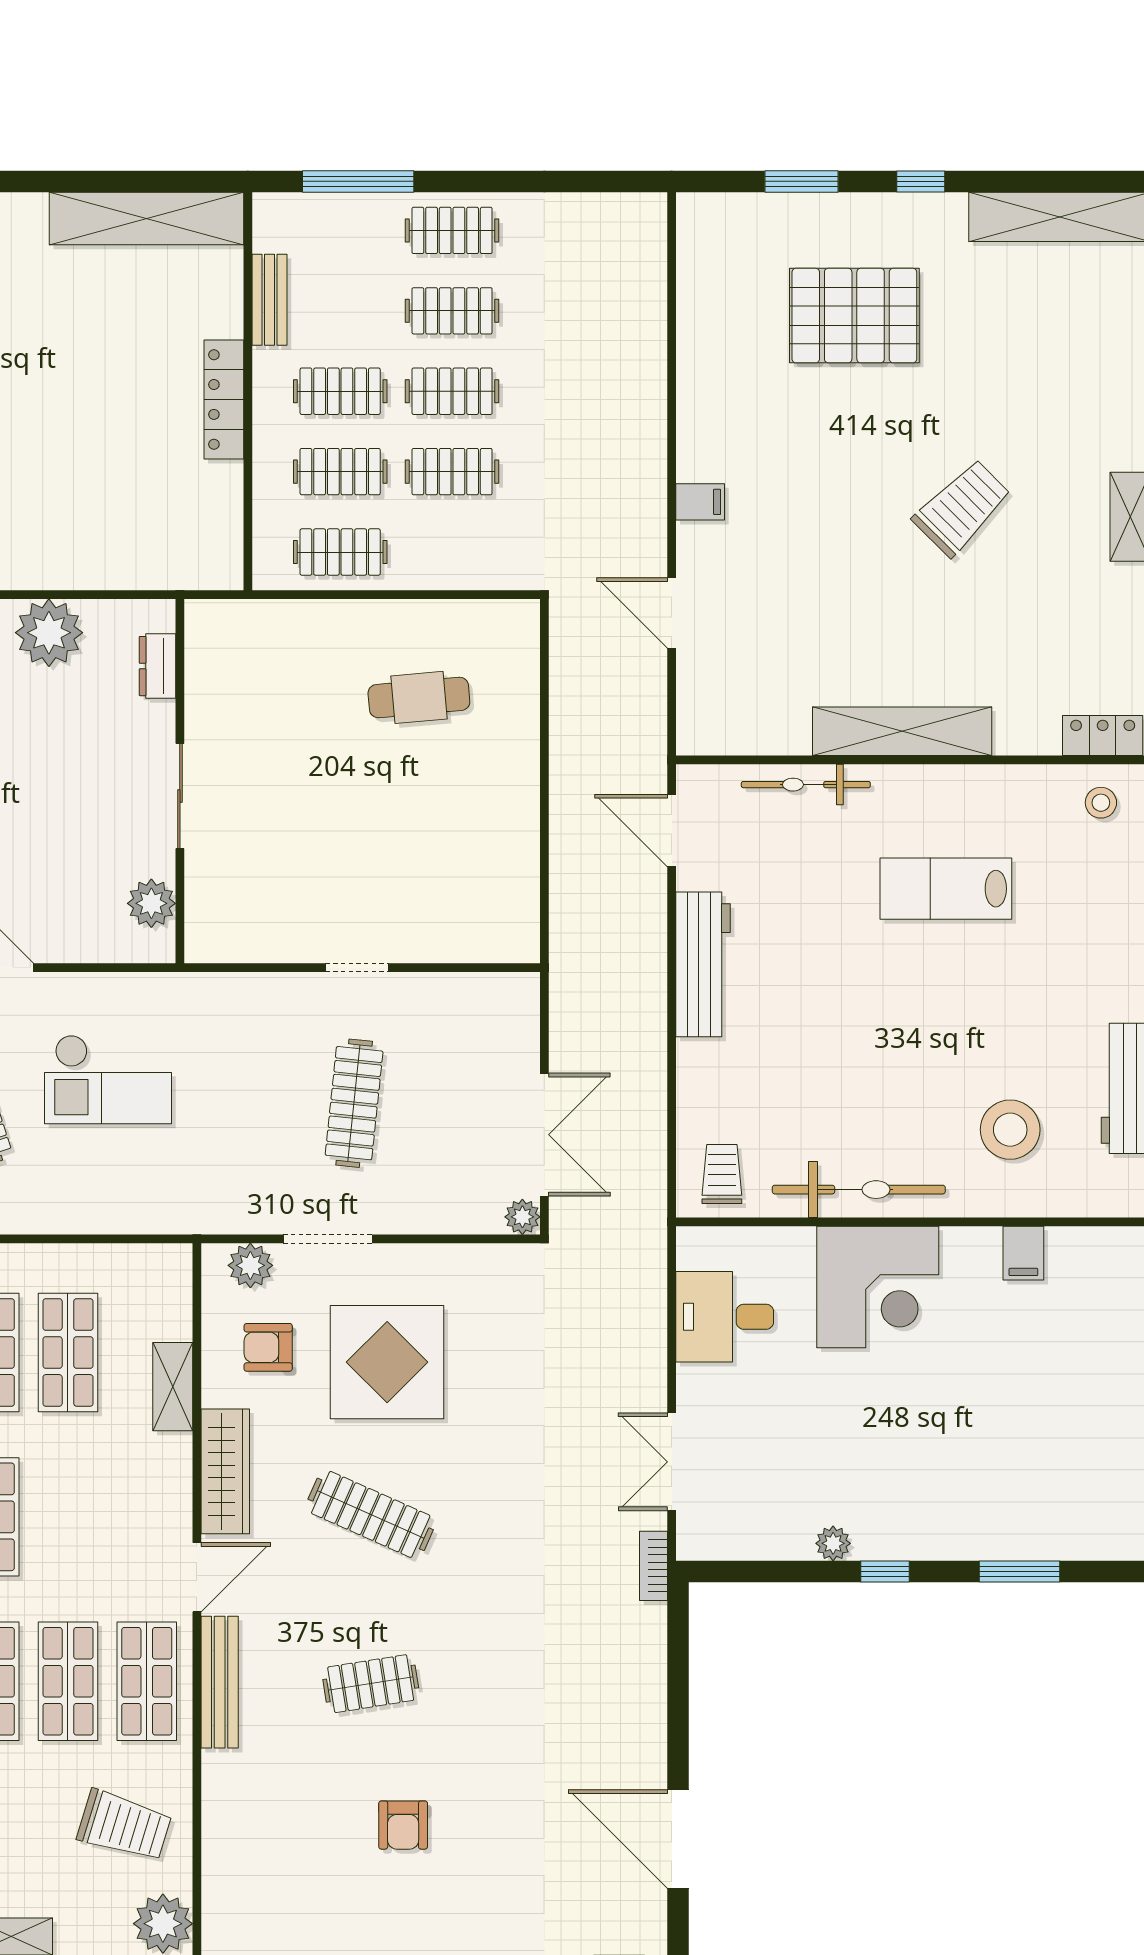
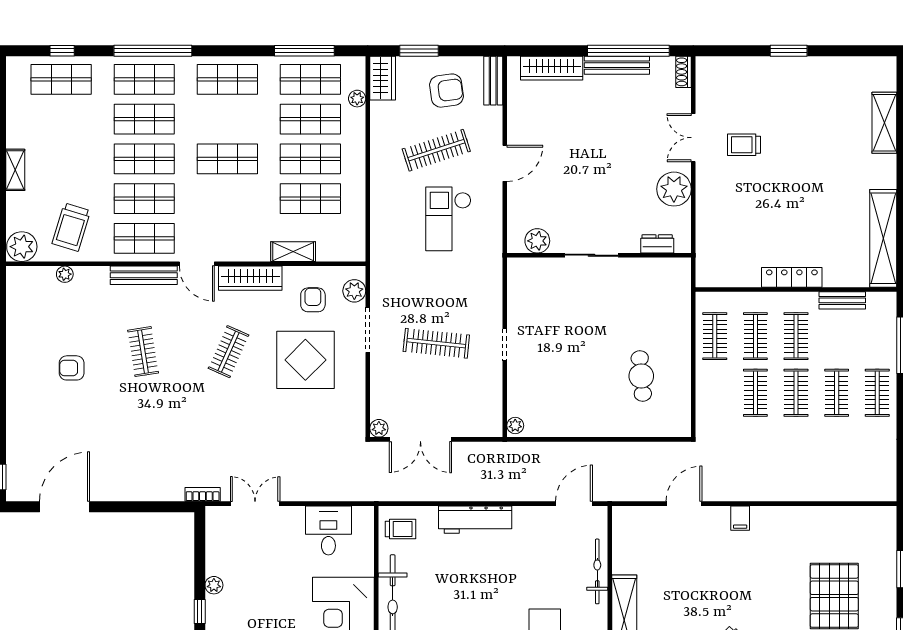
plant: (517, 947) -> (515, 426), added
workbench: (703, 964) -> (475, 520), moved
clothes rail: (371, 1514) -> (229, 352), width x0.73
plant: (218, 1838) -> (65, 274), added

